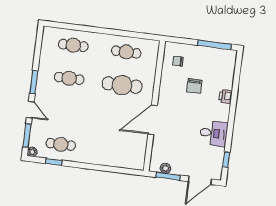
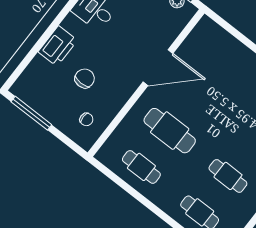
printer: (226, 97) -> (58, 46), width x1.87, depth x1.48

